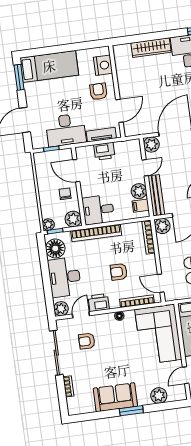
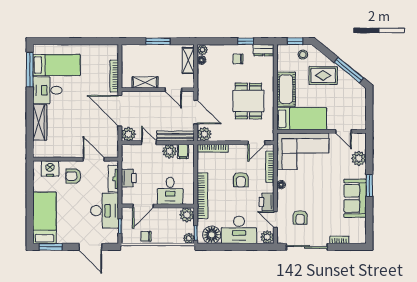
chair: (65, 194) -> (146, 236), moved
desk: (98, 210) -> (170, 191), moved

